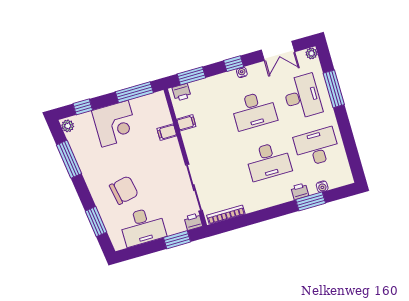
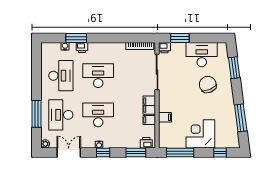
plant: (68, 126) -> (235, 142), removed
filing cabinet: (192, 142) -> (149, 105), added
desk: (317, 147) -> (61, 76), turned -90
chair: (124, 190) -> (208, 85), turned 78

